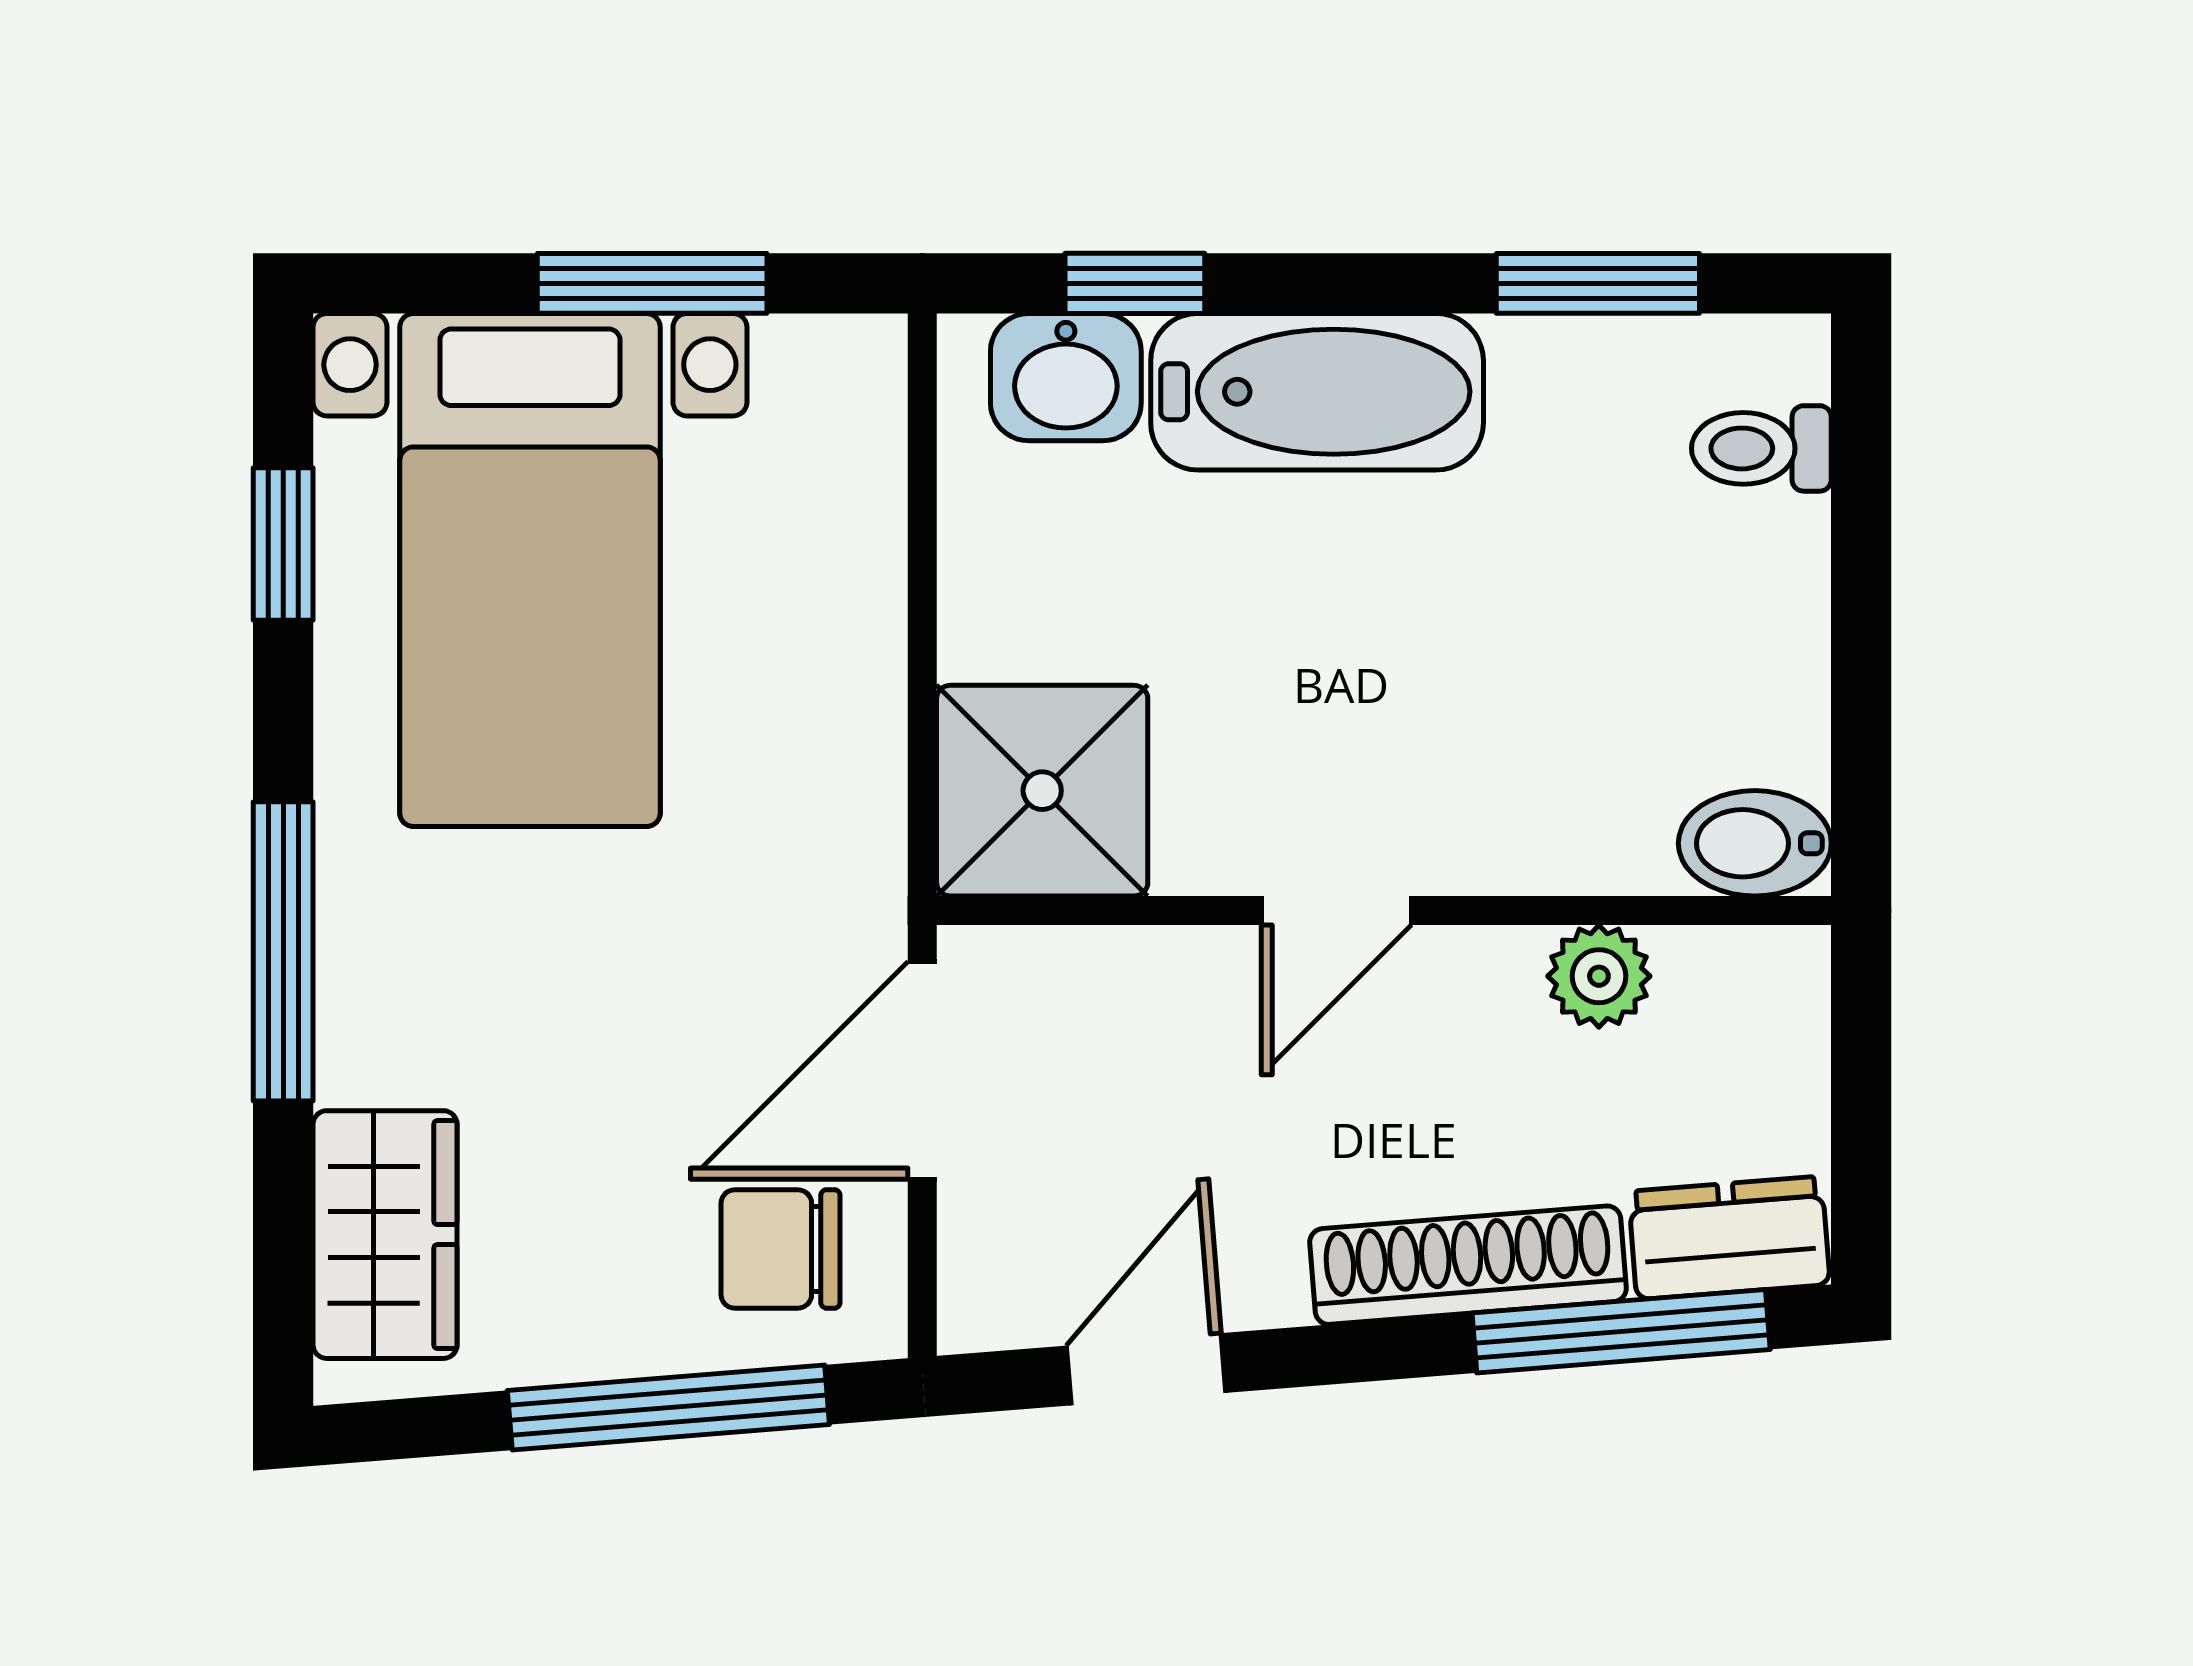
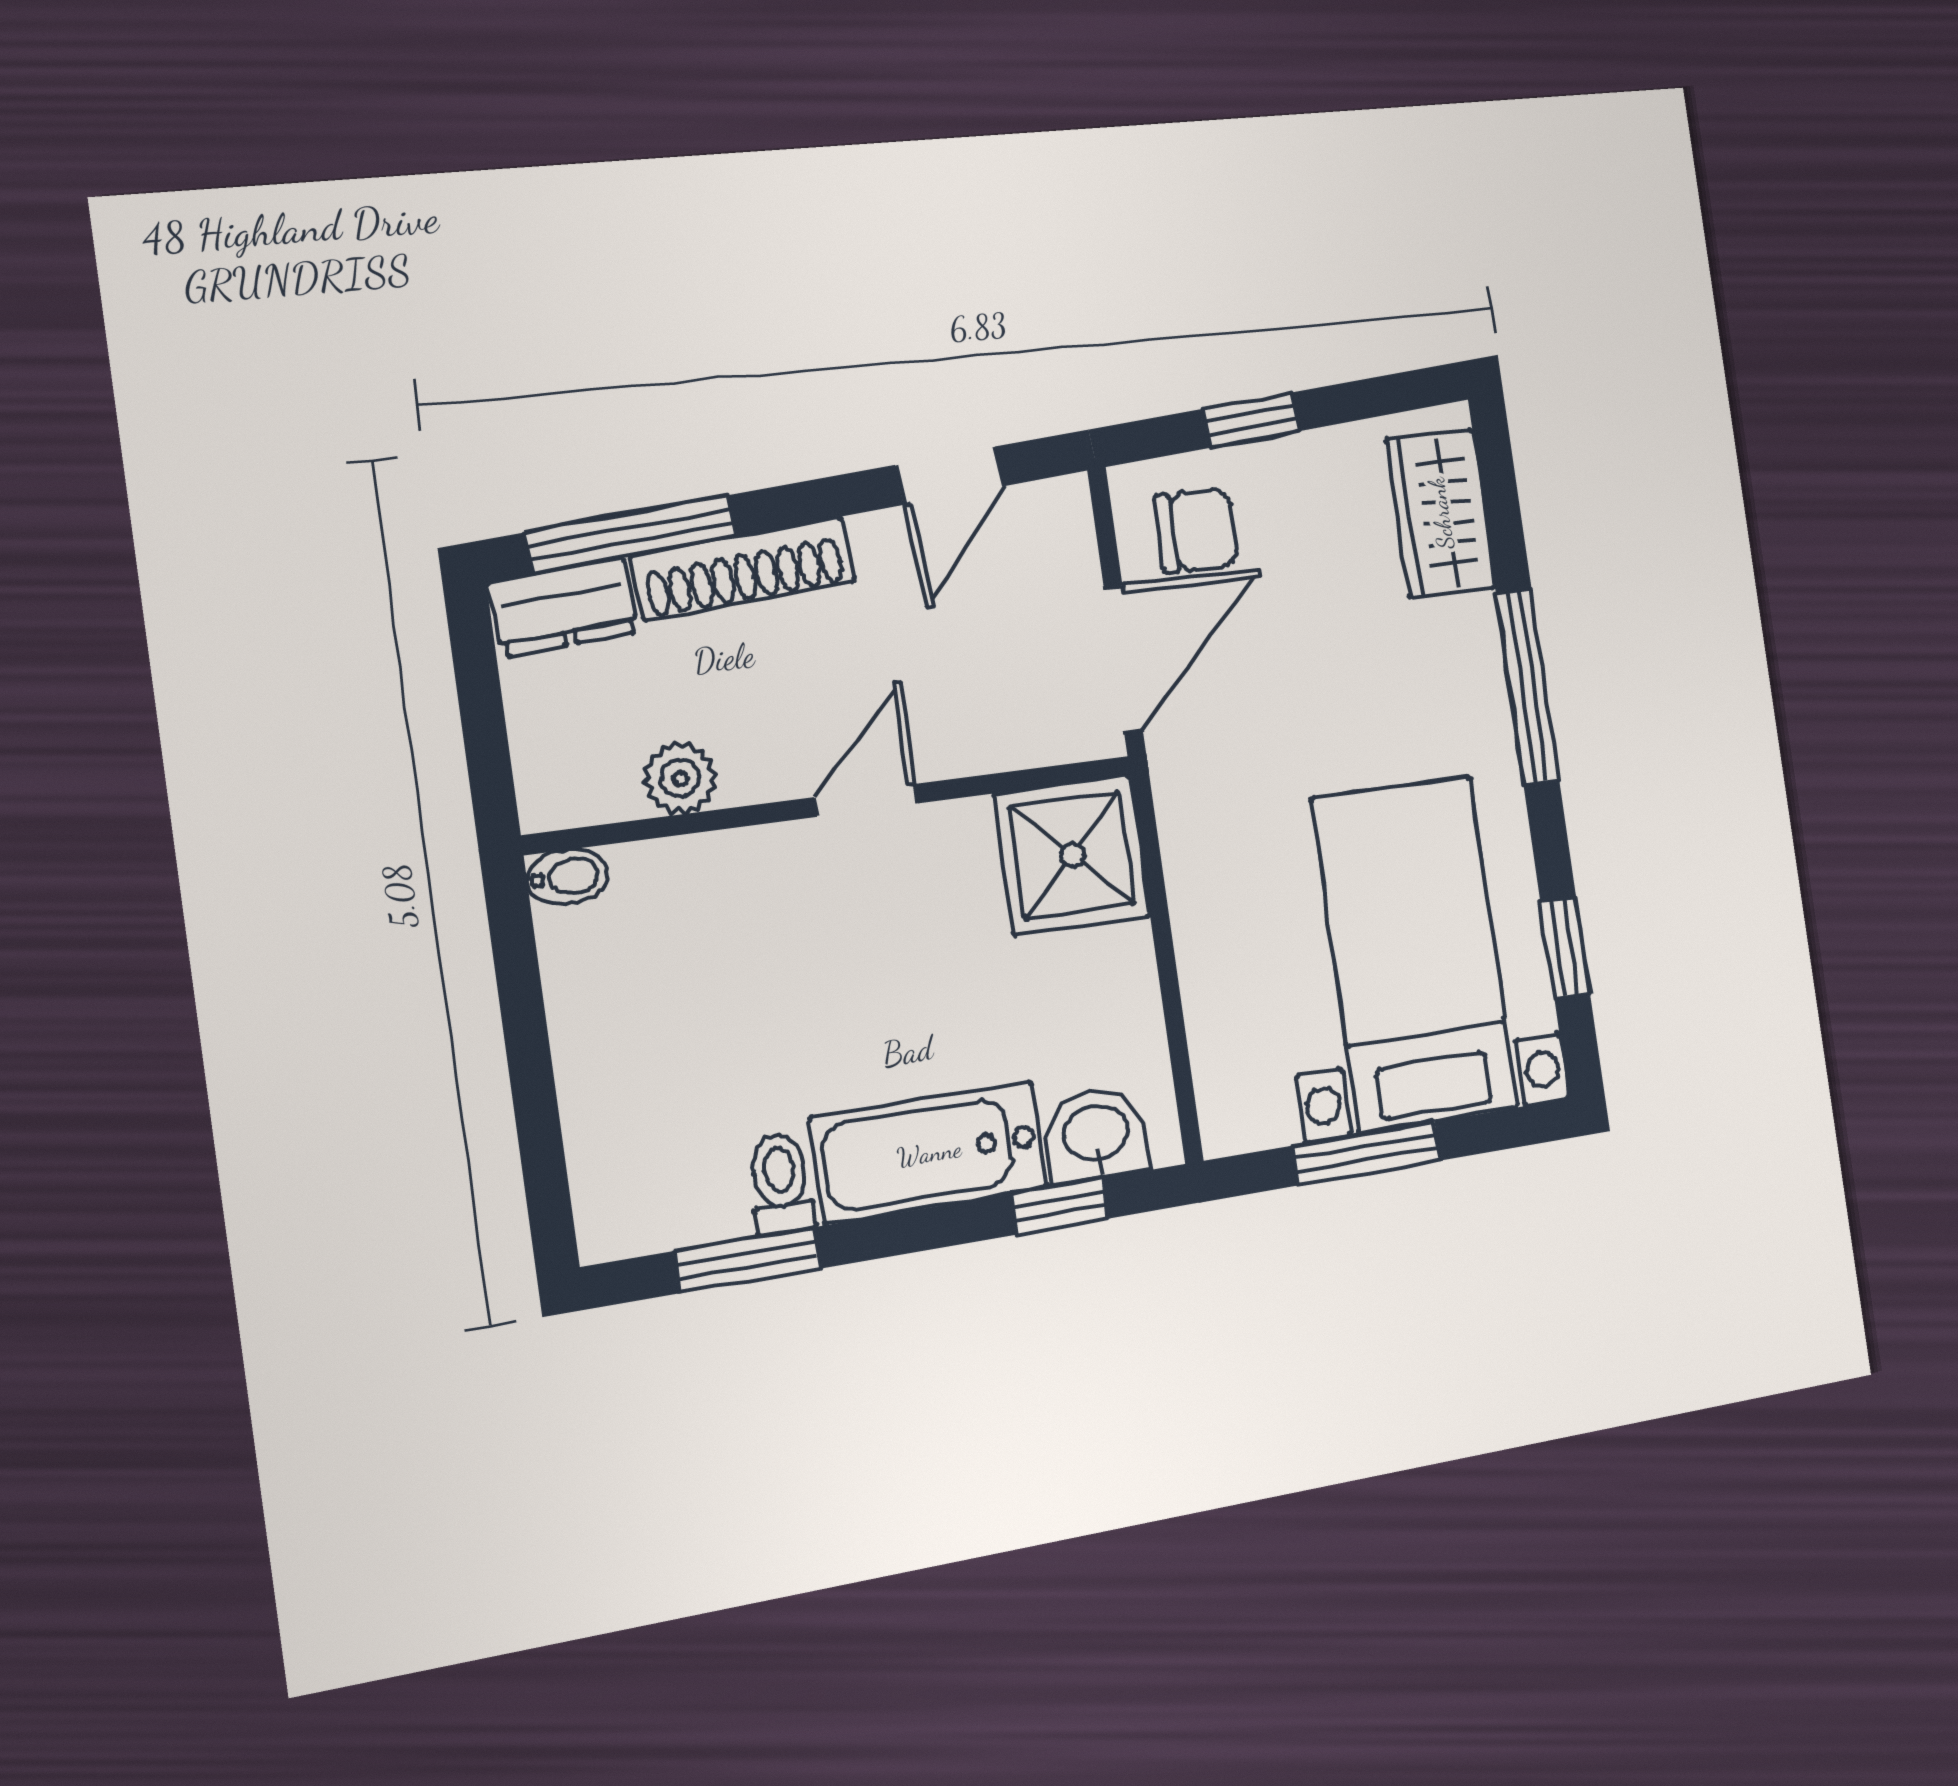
toilet: (1761, 448) -> (781, 1183), moved, turned -90
bidet: (1755, 843) -> (567, 877), width x0.72, depth x0.74
window: (668, 1407) -> (1252, 420), width x0.46

